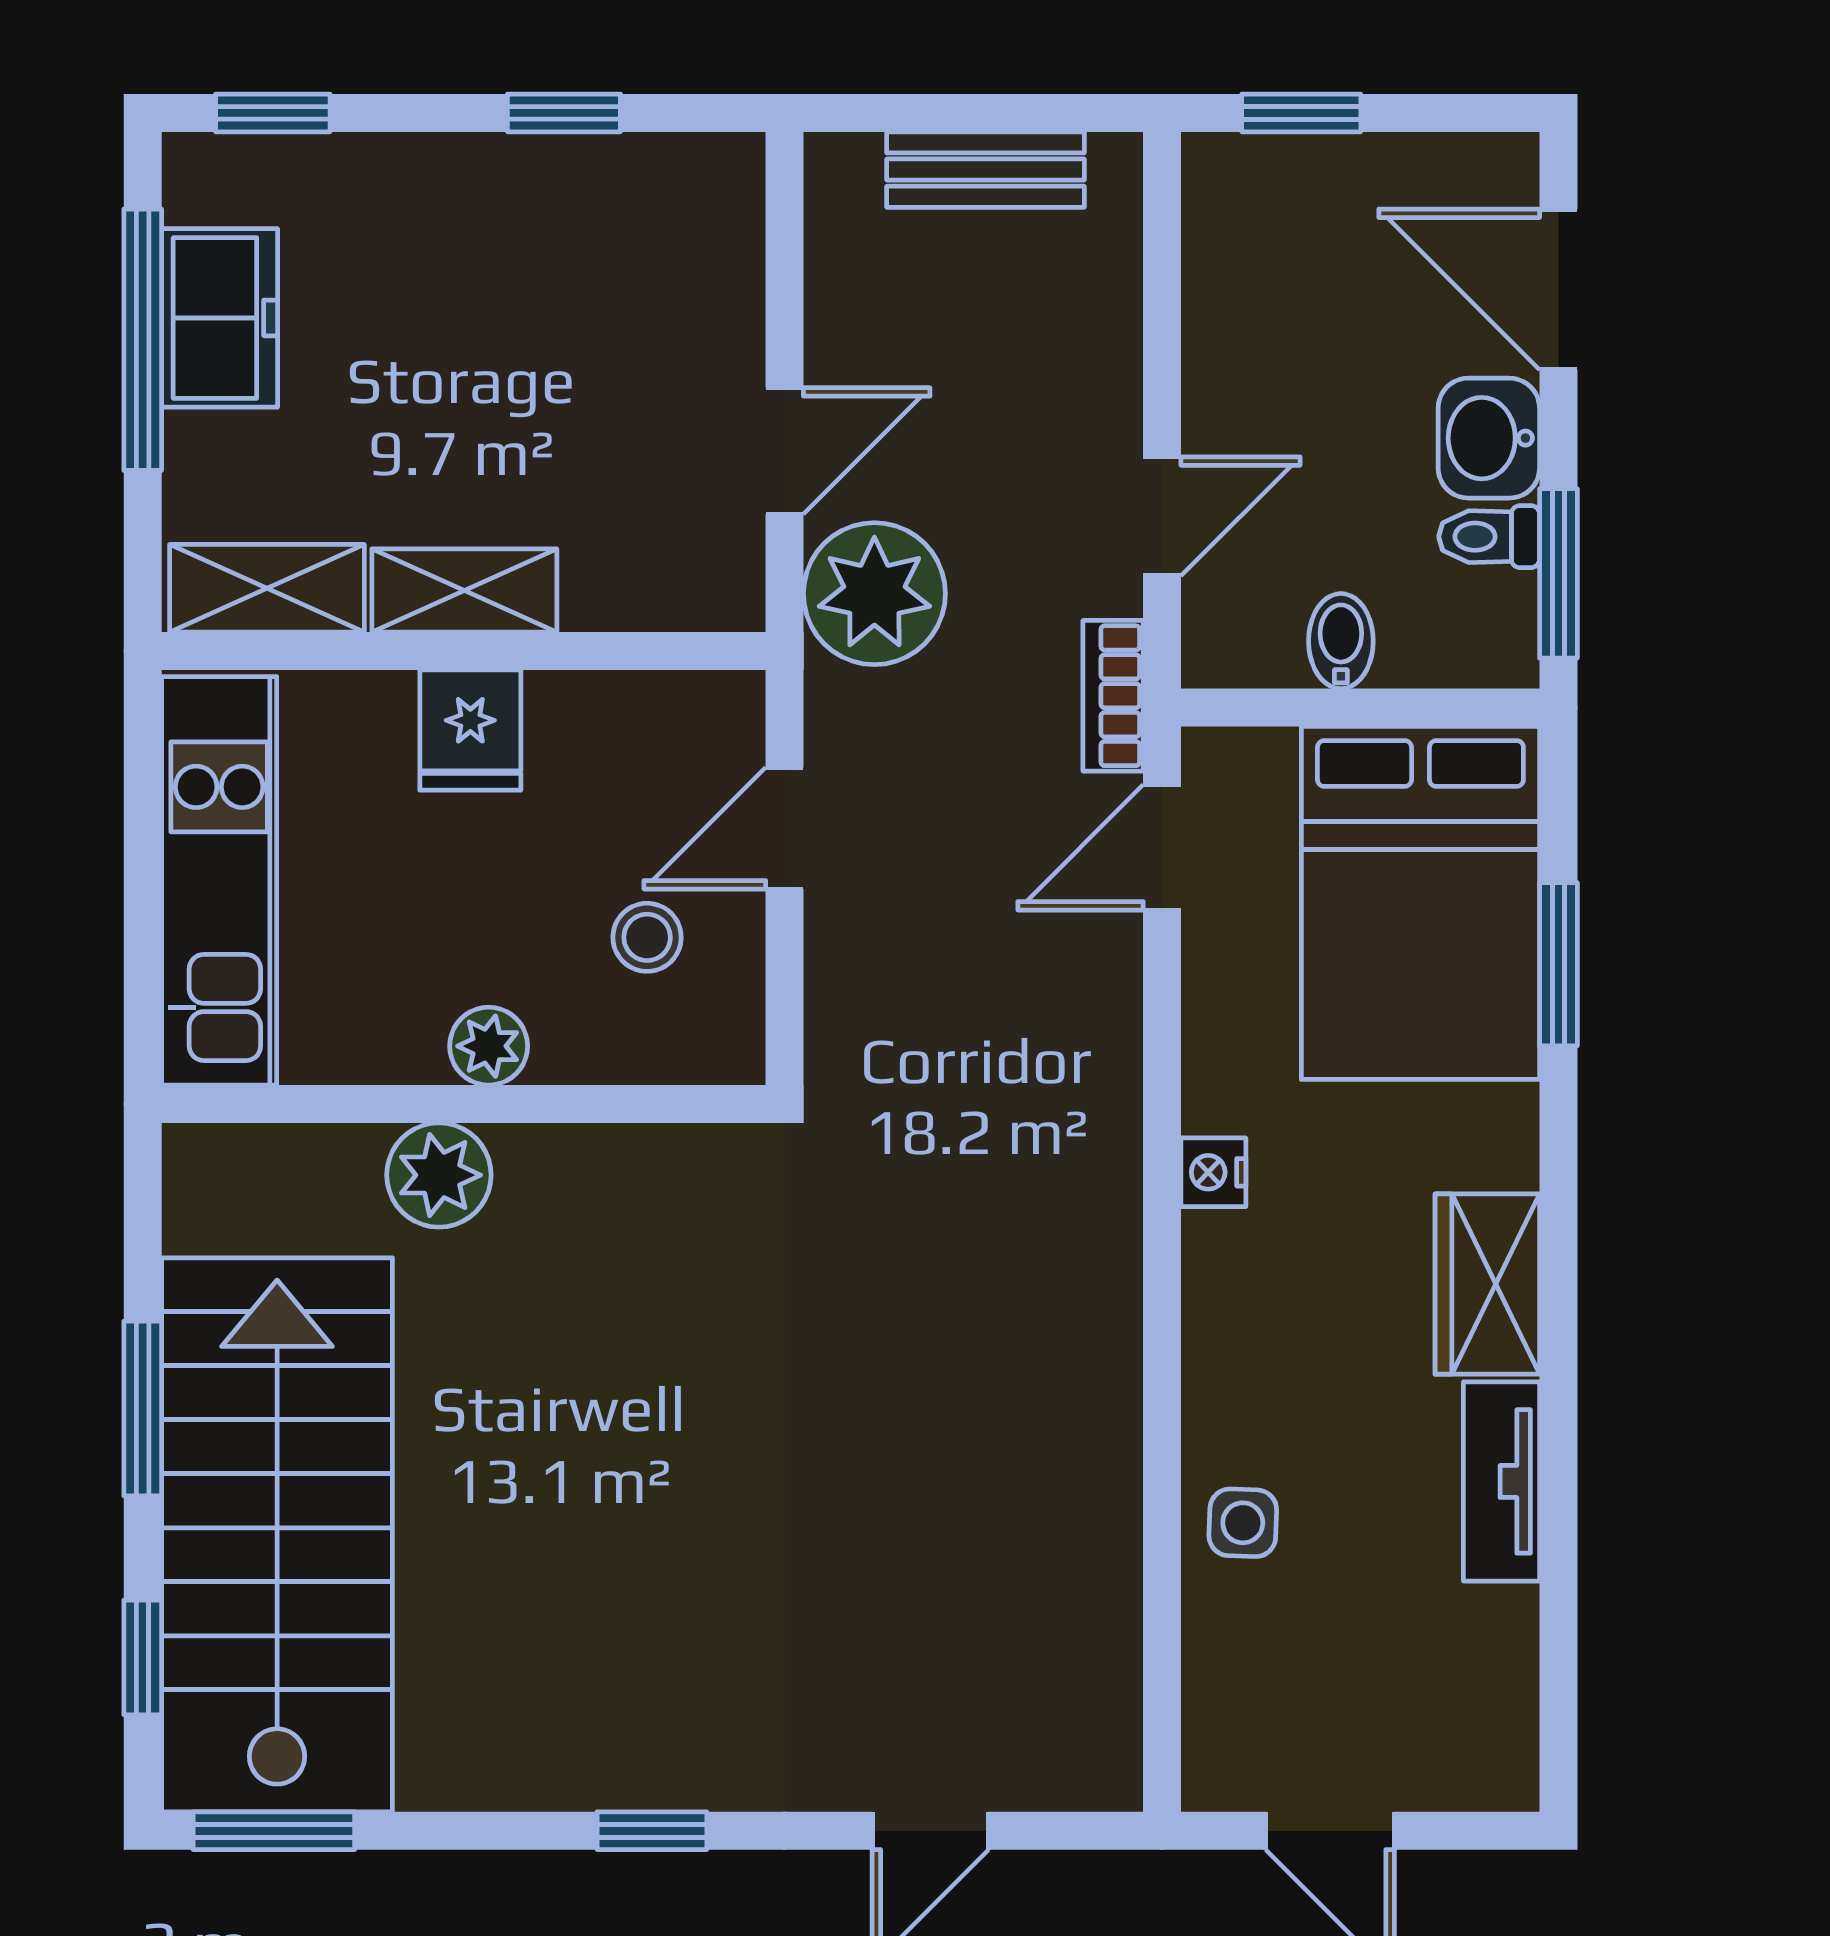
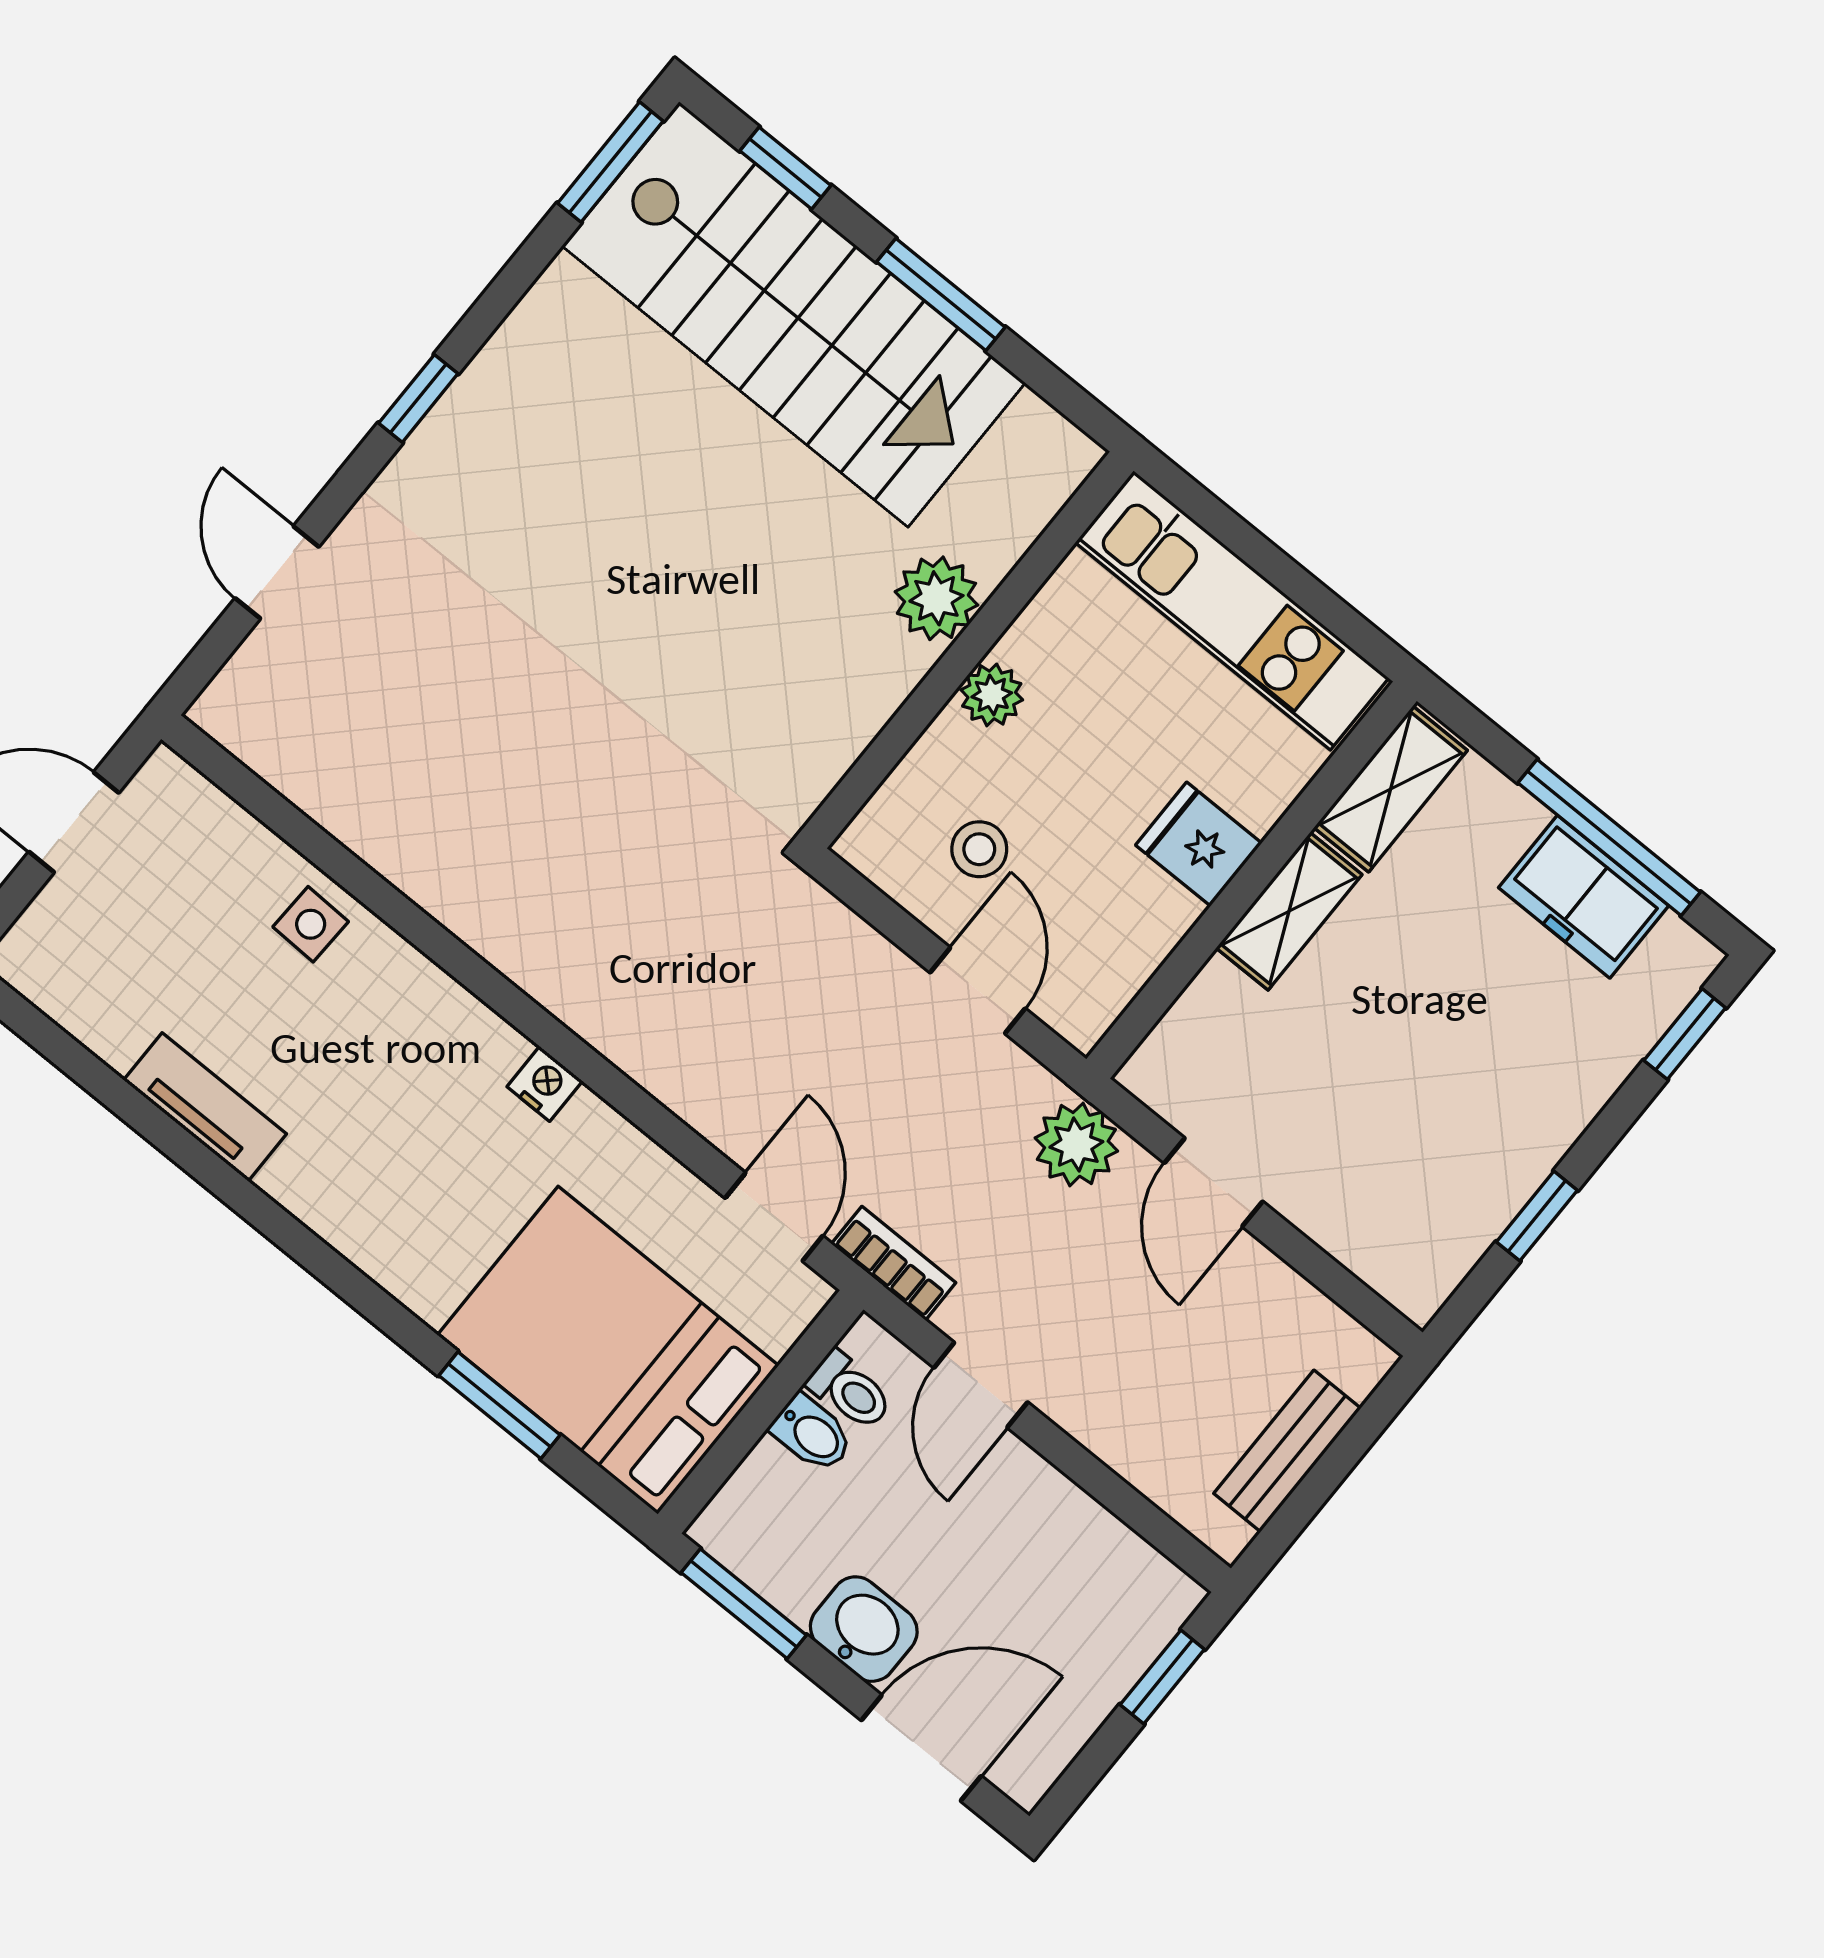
toilet: (1489, 537) -> (850, 1391), moved, turned 90
plant: (874, 594) -> (1076, 1144), width x0.73, depth x0.73
wardrobe: (1487, 1284) -> (336, 1198), removed

